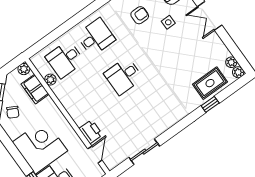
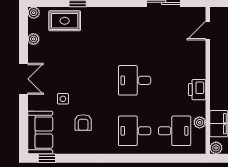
armchair: (140, 15) -> (83, 123), turned -90
plant: (231, 62) -> (33, 39), moved
desk: (124, 76) -> (135, 80), turned 180
printer: (91, 132) -> (197, 90), moved

